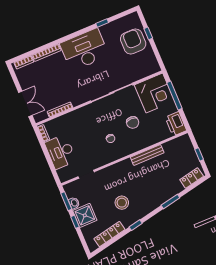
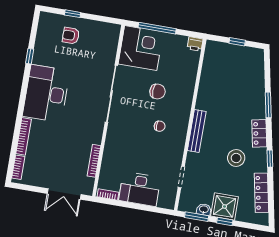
armchair: (133, 41) -> (71, 36), width x0.53, depth x0.53
double door: (25, 104) -> (64, 194), swing flipped
printer: (176, 124) -> (195, 44), width x0.53, depth x0.68
bench: (147, 155) -> (197, 131), moved
locker: (192, 178) -> (259, 133), moved

